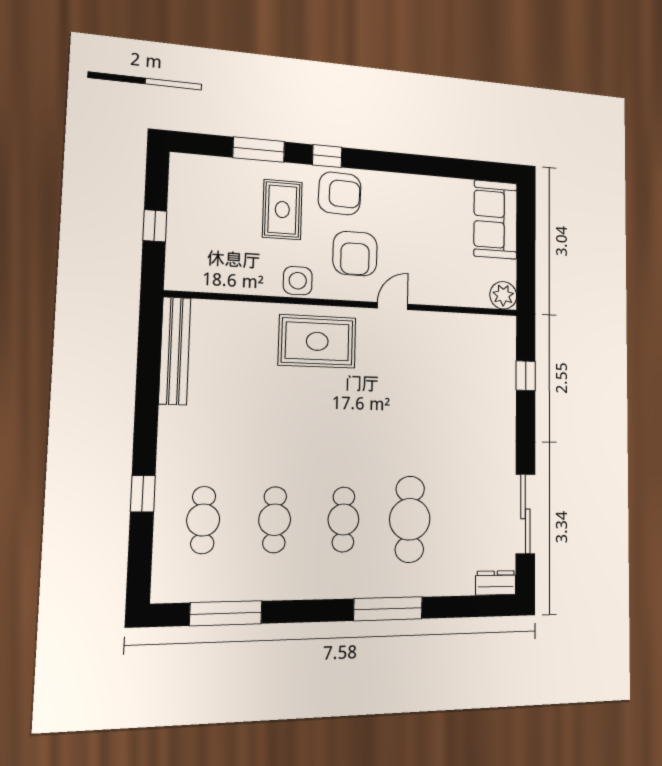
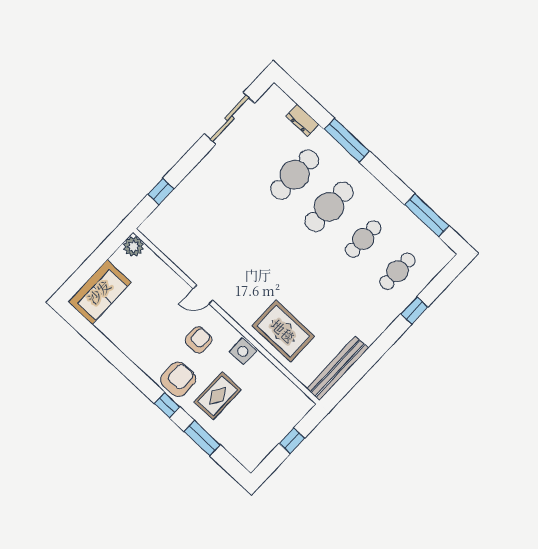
armchair: (340, 193) -> (178, 379), turned 88
armchair: (355, 254) -> (199, 340), width x0.72, depth x0.72
rug: (317, 341) -> (283, 331), moved
cafe table: (343, 520) -> (329, 207), width x1.37, depth x1.35
dresser: (496, 583) -> (302, 120), moved

